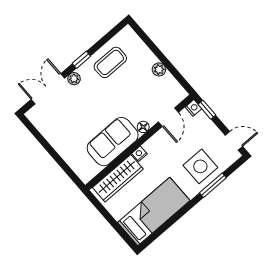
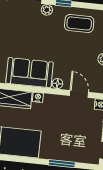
door: (168, 117) -> (79, 94), swing flipped
side table: (200, 166) -> (66, 144), removed

